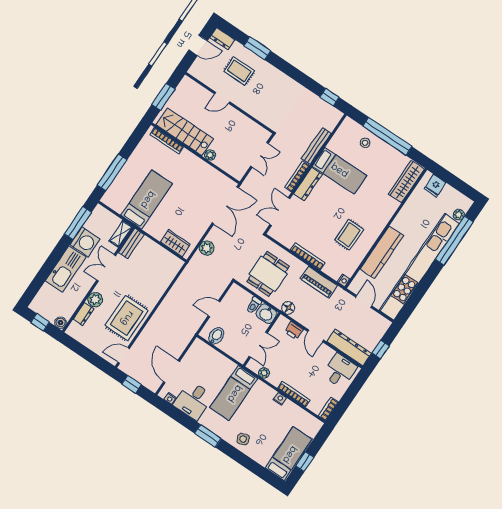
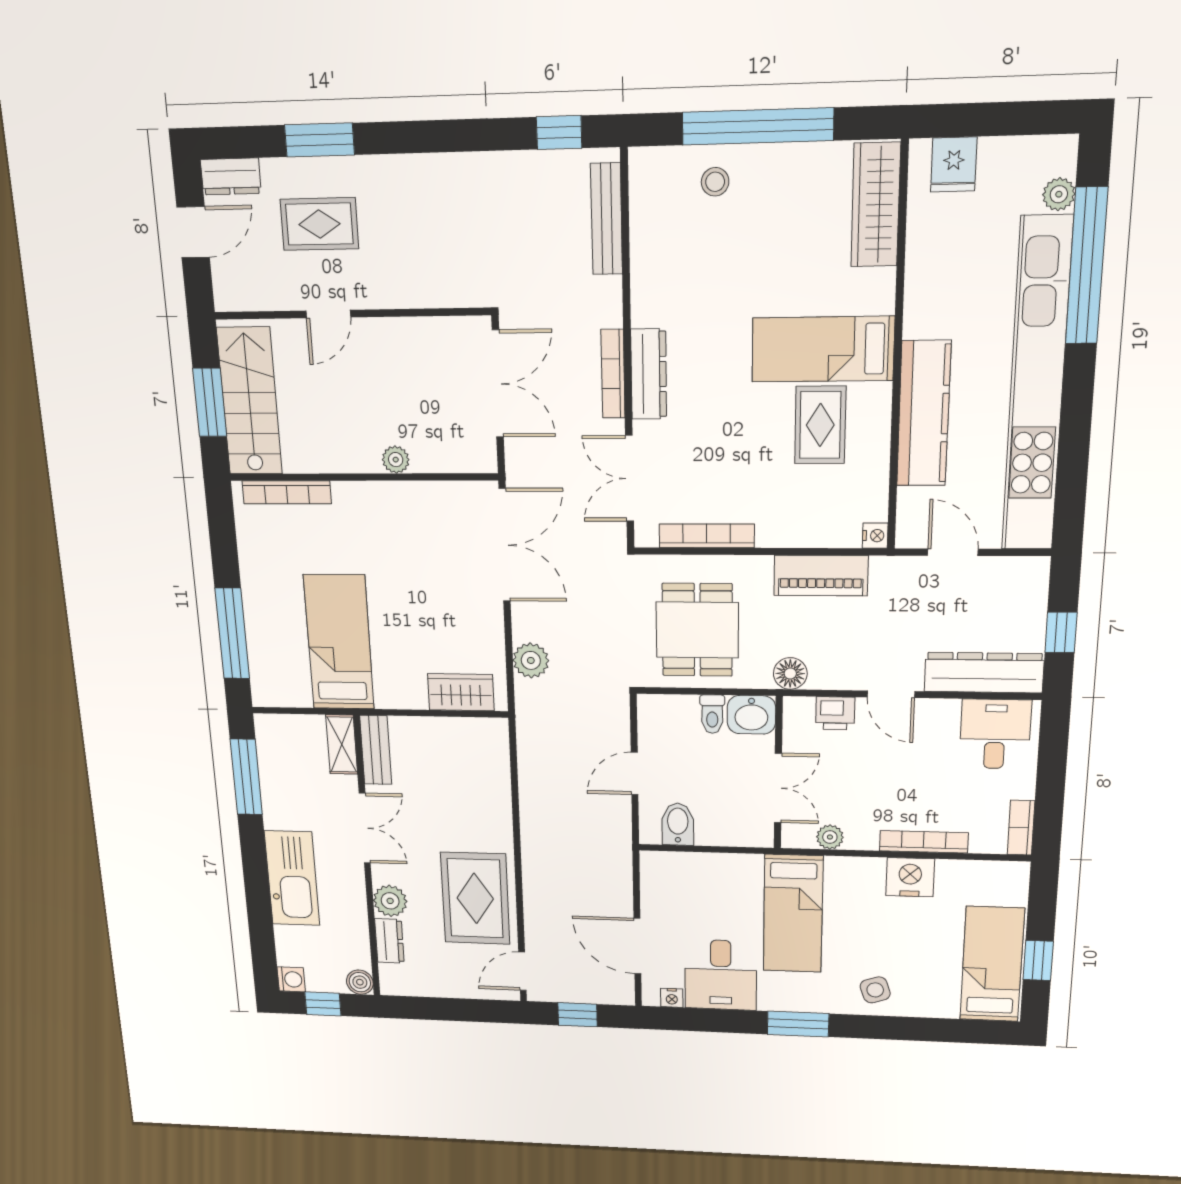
stairs: (185, 132) -> (250, 401), moved, turned 90
bench: (316, 146) -> (607, 219), moved
double door: (259, 155) -> (498, 384), width x1.37
bed: (339, 171) -> (823, 349), moved, turned 180
washing machine: (85, 242) -> (291, 979), moved, width x0.53, depth x0.53
bookcase: (308, 257) -> (707, 536), moved
double door: (106, 268) -> (365, 828), swing flipped
nightstand: (280, 399) -> (910, 877), width x1.89, depth x1.79

